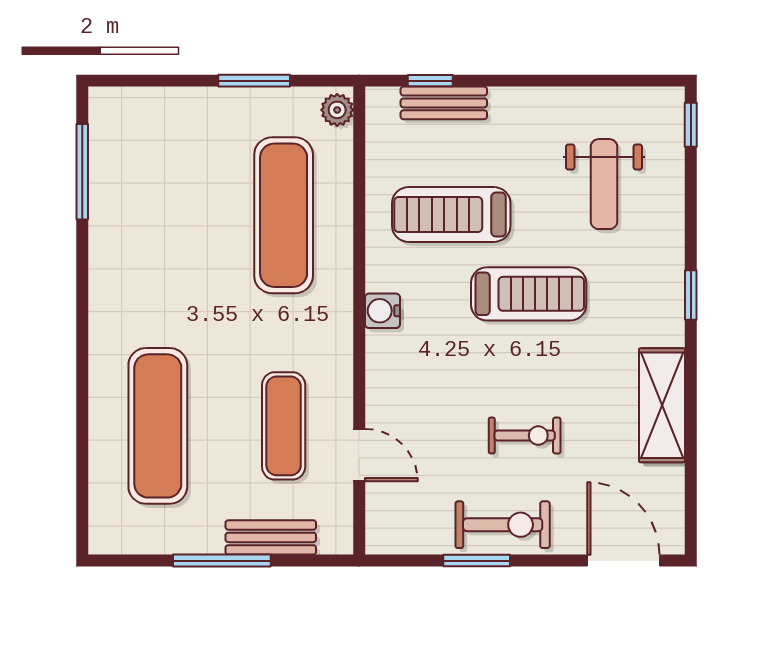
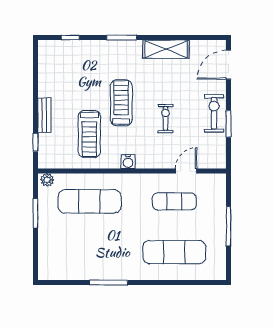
bench: (444, 103) -> (44, 115), moved
window: (691, 125) -> (70, 38), moved
window: (82, 172) -> (108, 282), moved
weight bench: (604, 184) -> (77, 73), removed
window: (691, 295) -> (122, 38), width x1.50
exercise bike: (525, 435) -> (166, 118), moved
bench: (271, 537) -> (219, 207), removed

